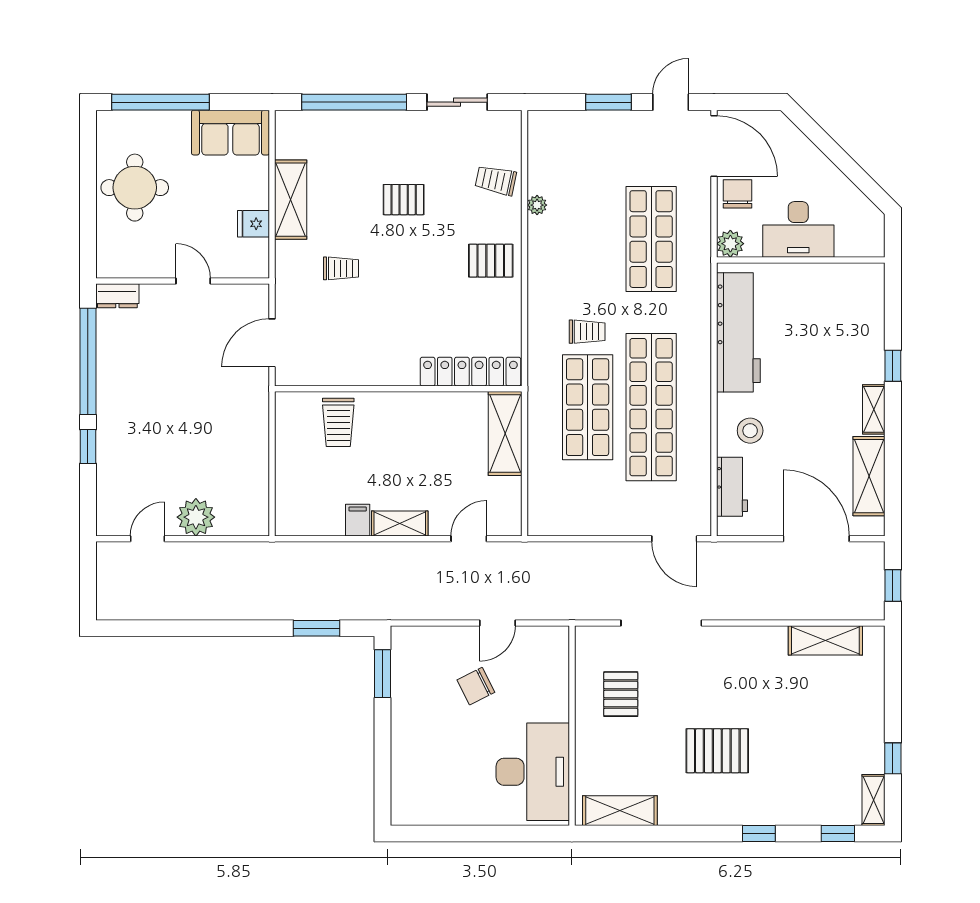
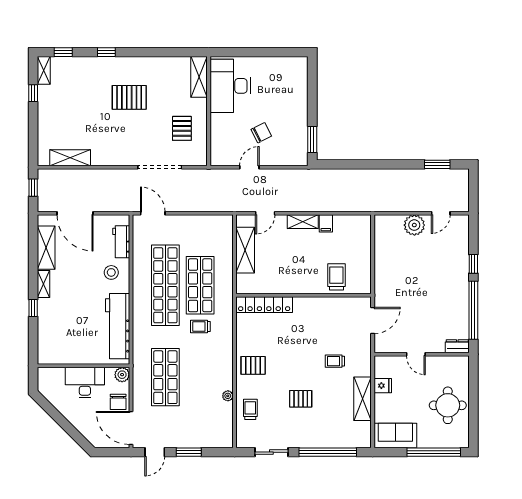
trolley: (496, 180) -> (250, 409), turned -102
shelving: (505, 433) -> (245, 250), moved
window: (317, 628) -> (437, 164), moved
shelving: (620, 811) -> (199, 77), moved, turned 90

